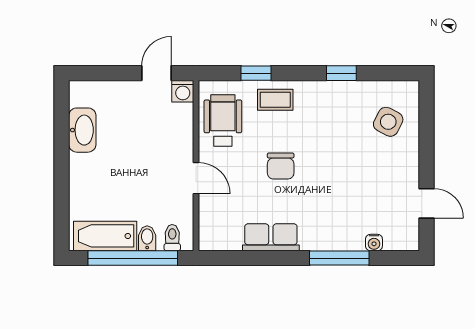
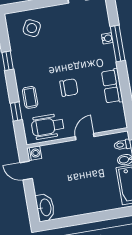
washbasin: (82, 130) -> (45, 207), moved, turned 90
water cooler: (374, 243) -> (107, 38), moved

